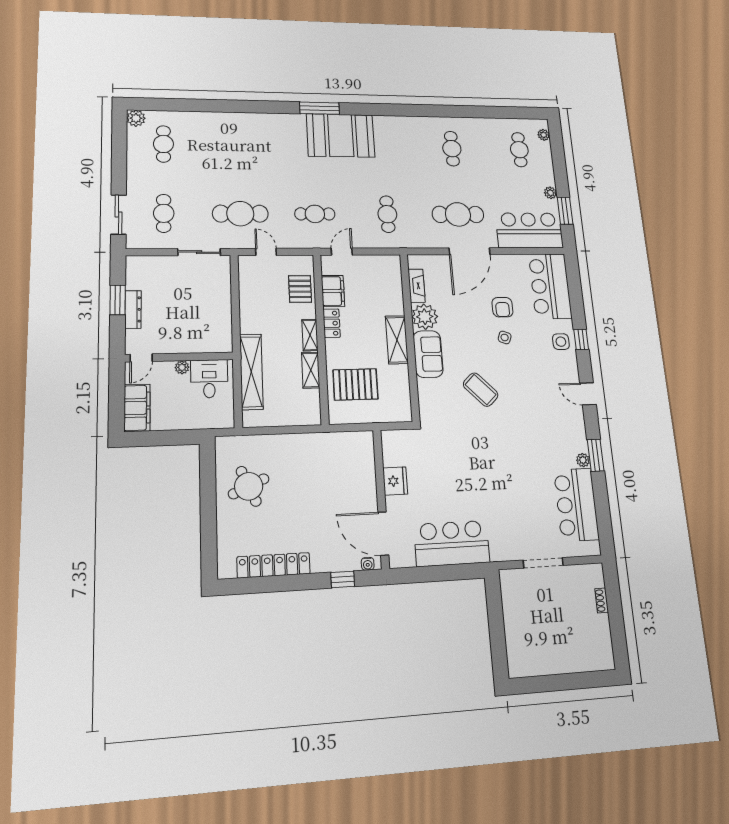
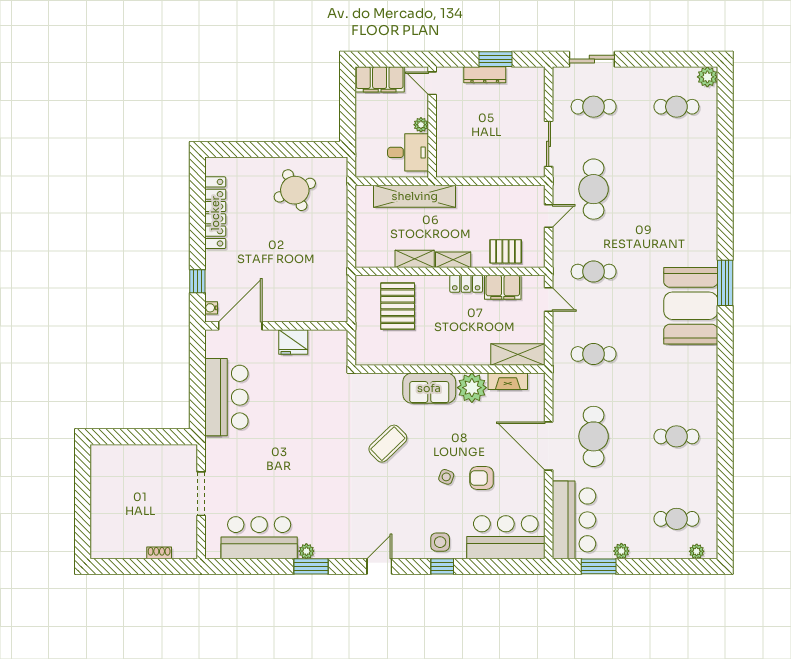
cafe table: (315, 214) -> (594, 272), turned 90
shelving: (397, 340) -> (518, 355), moved

